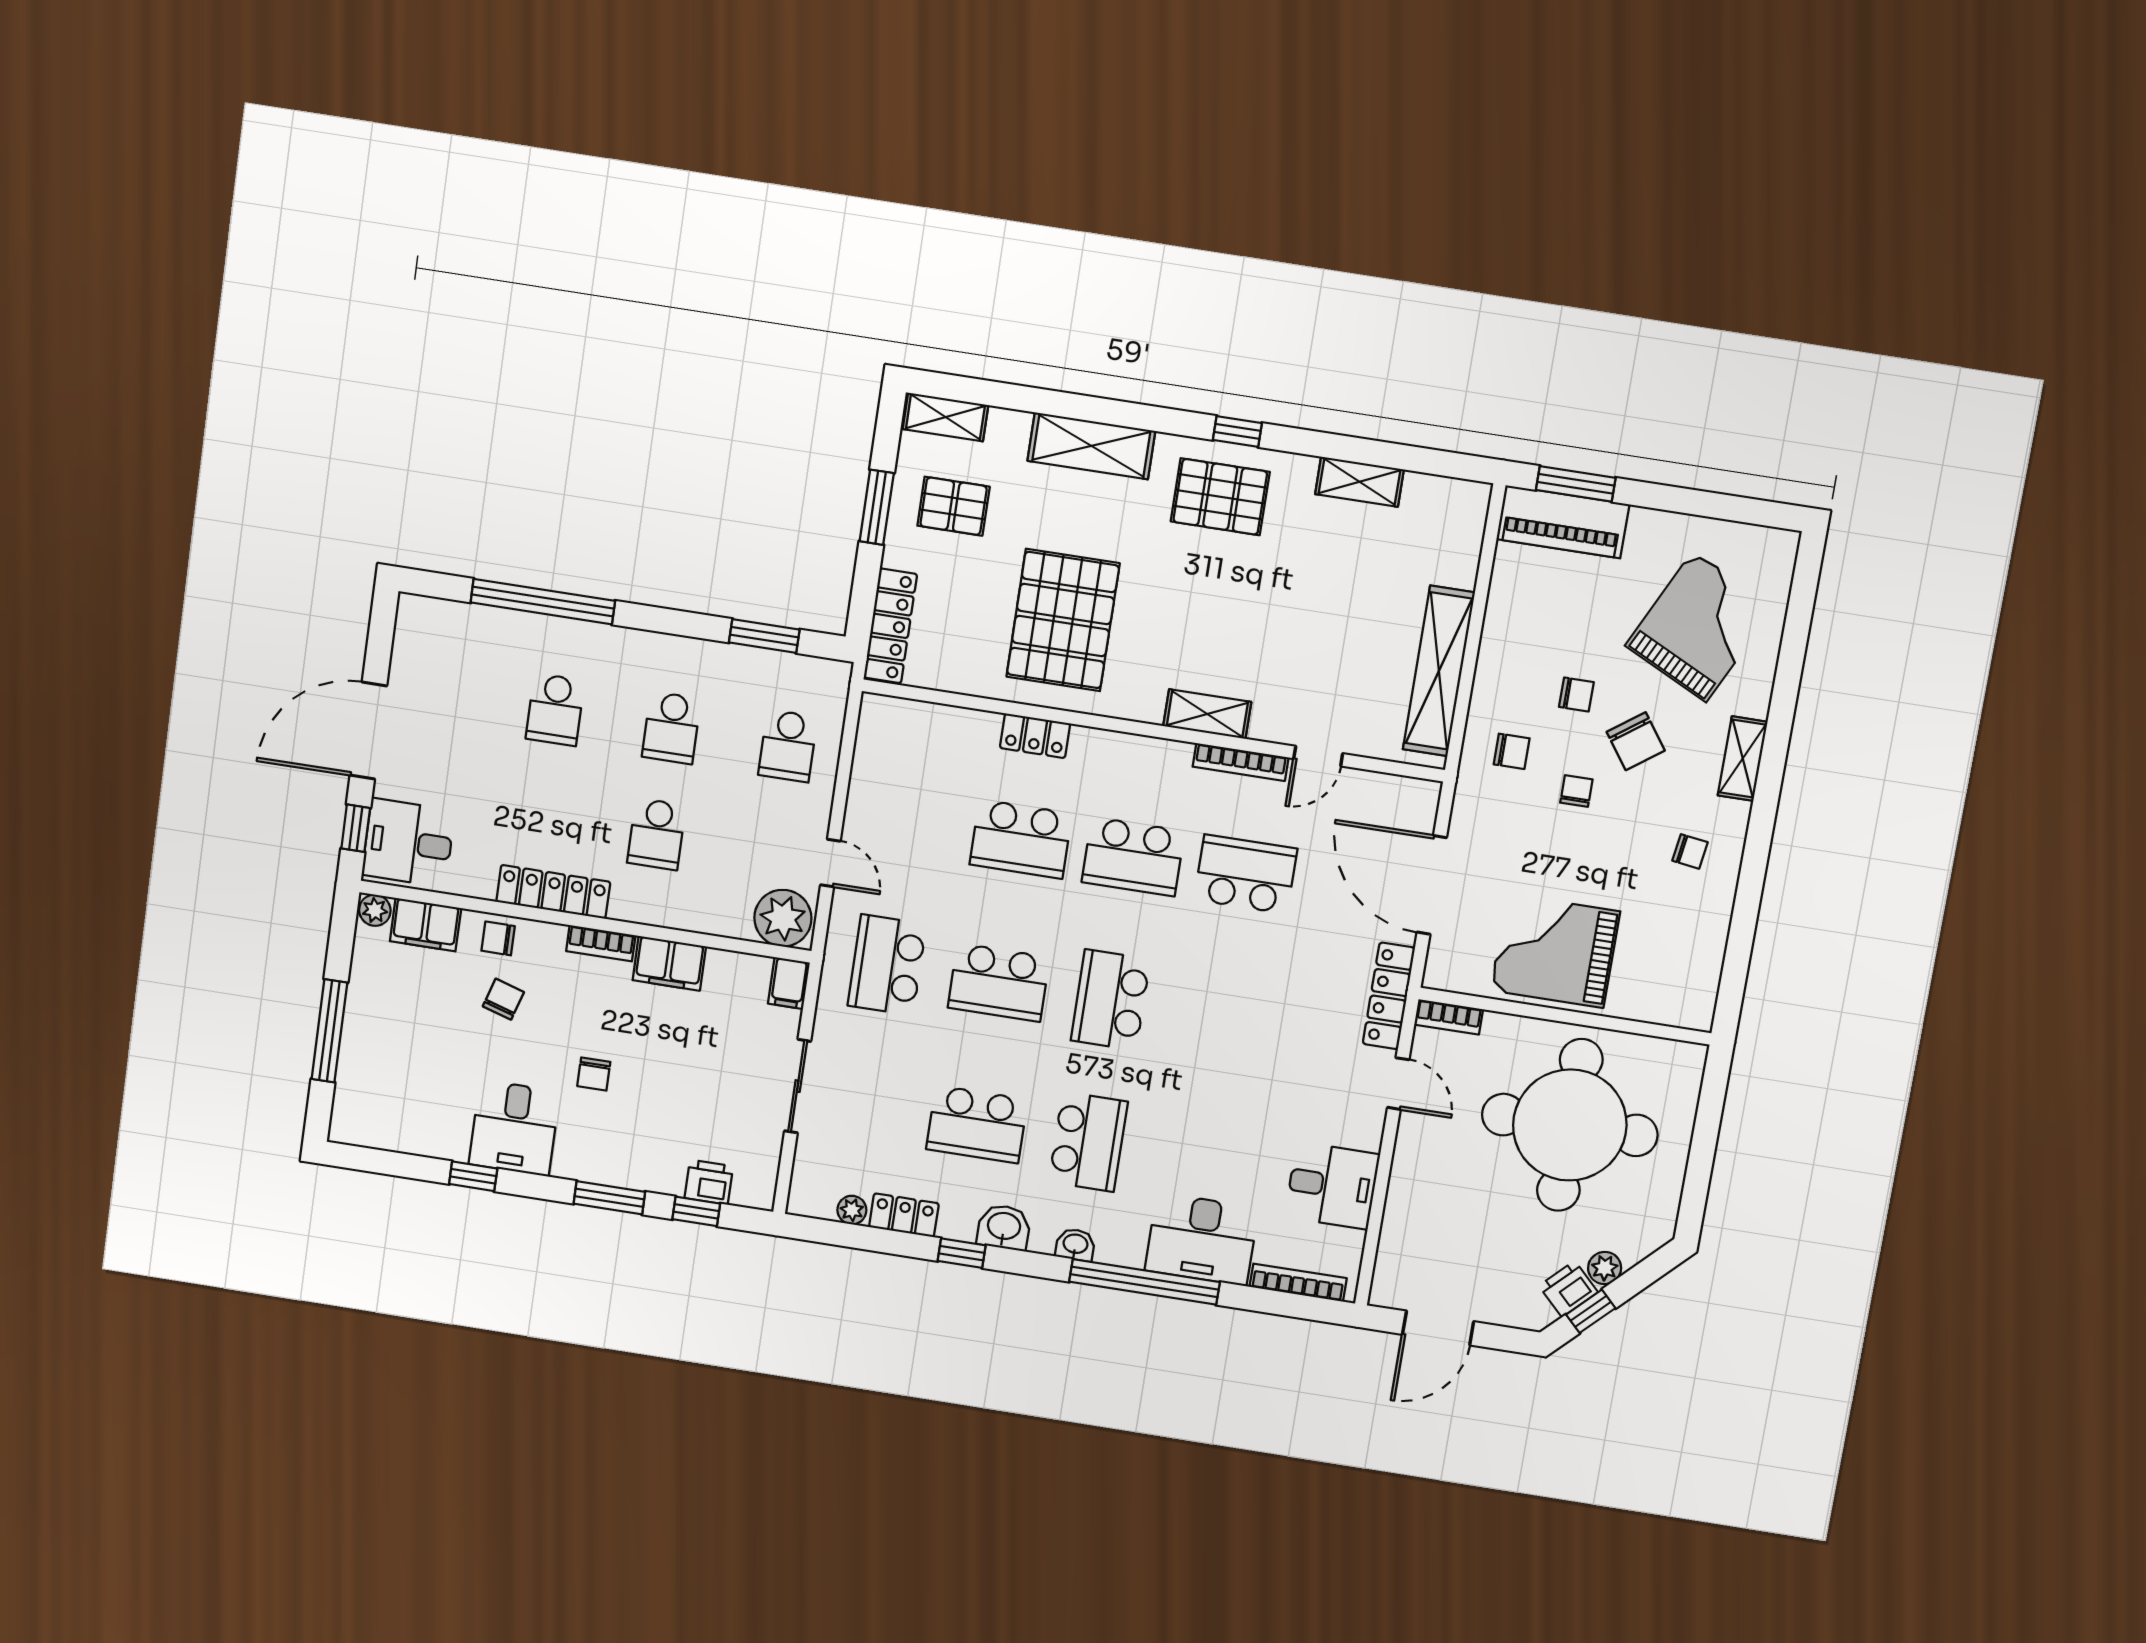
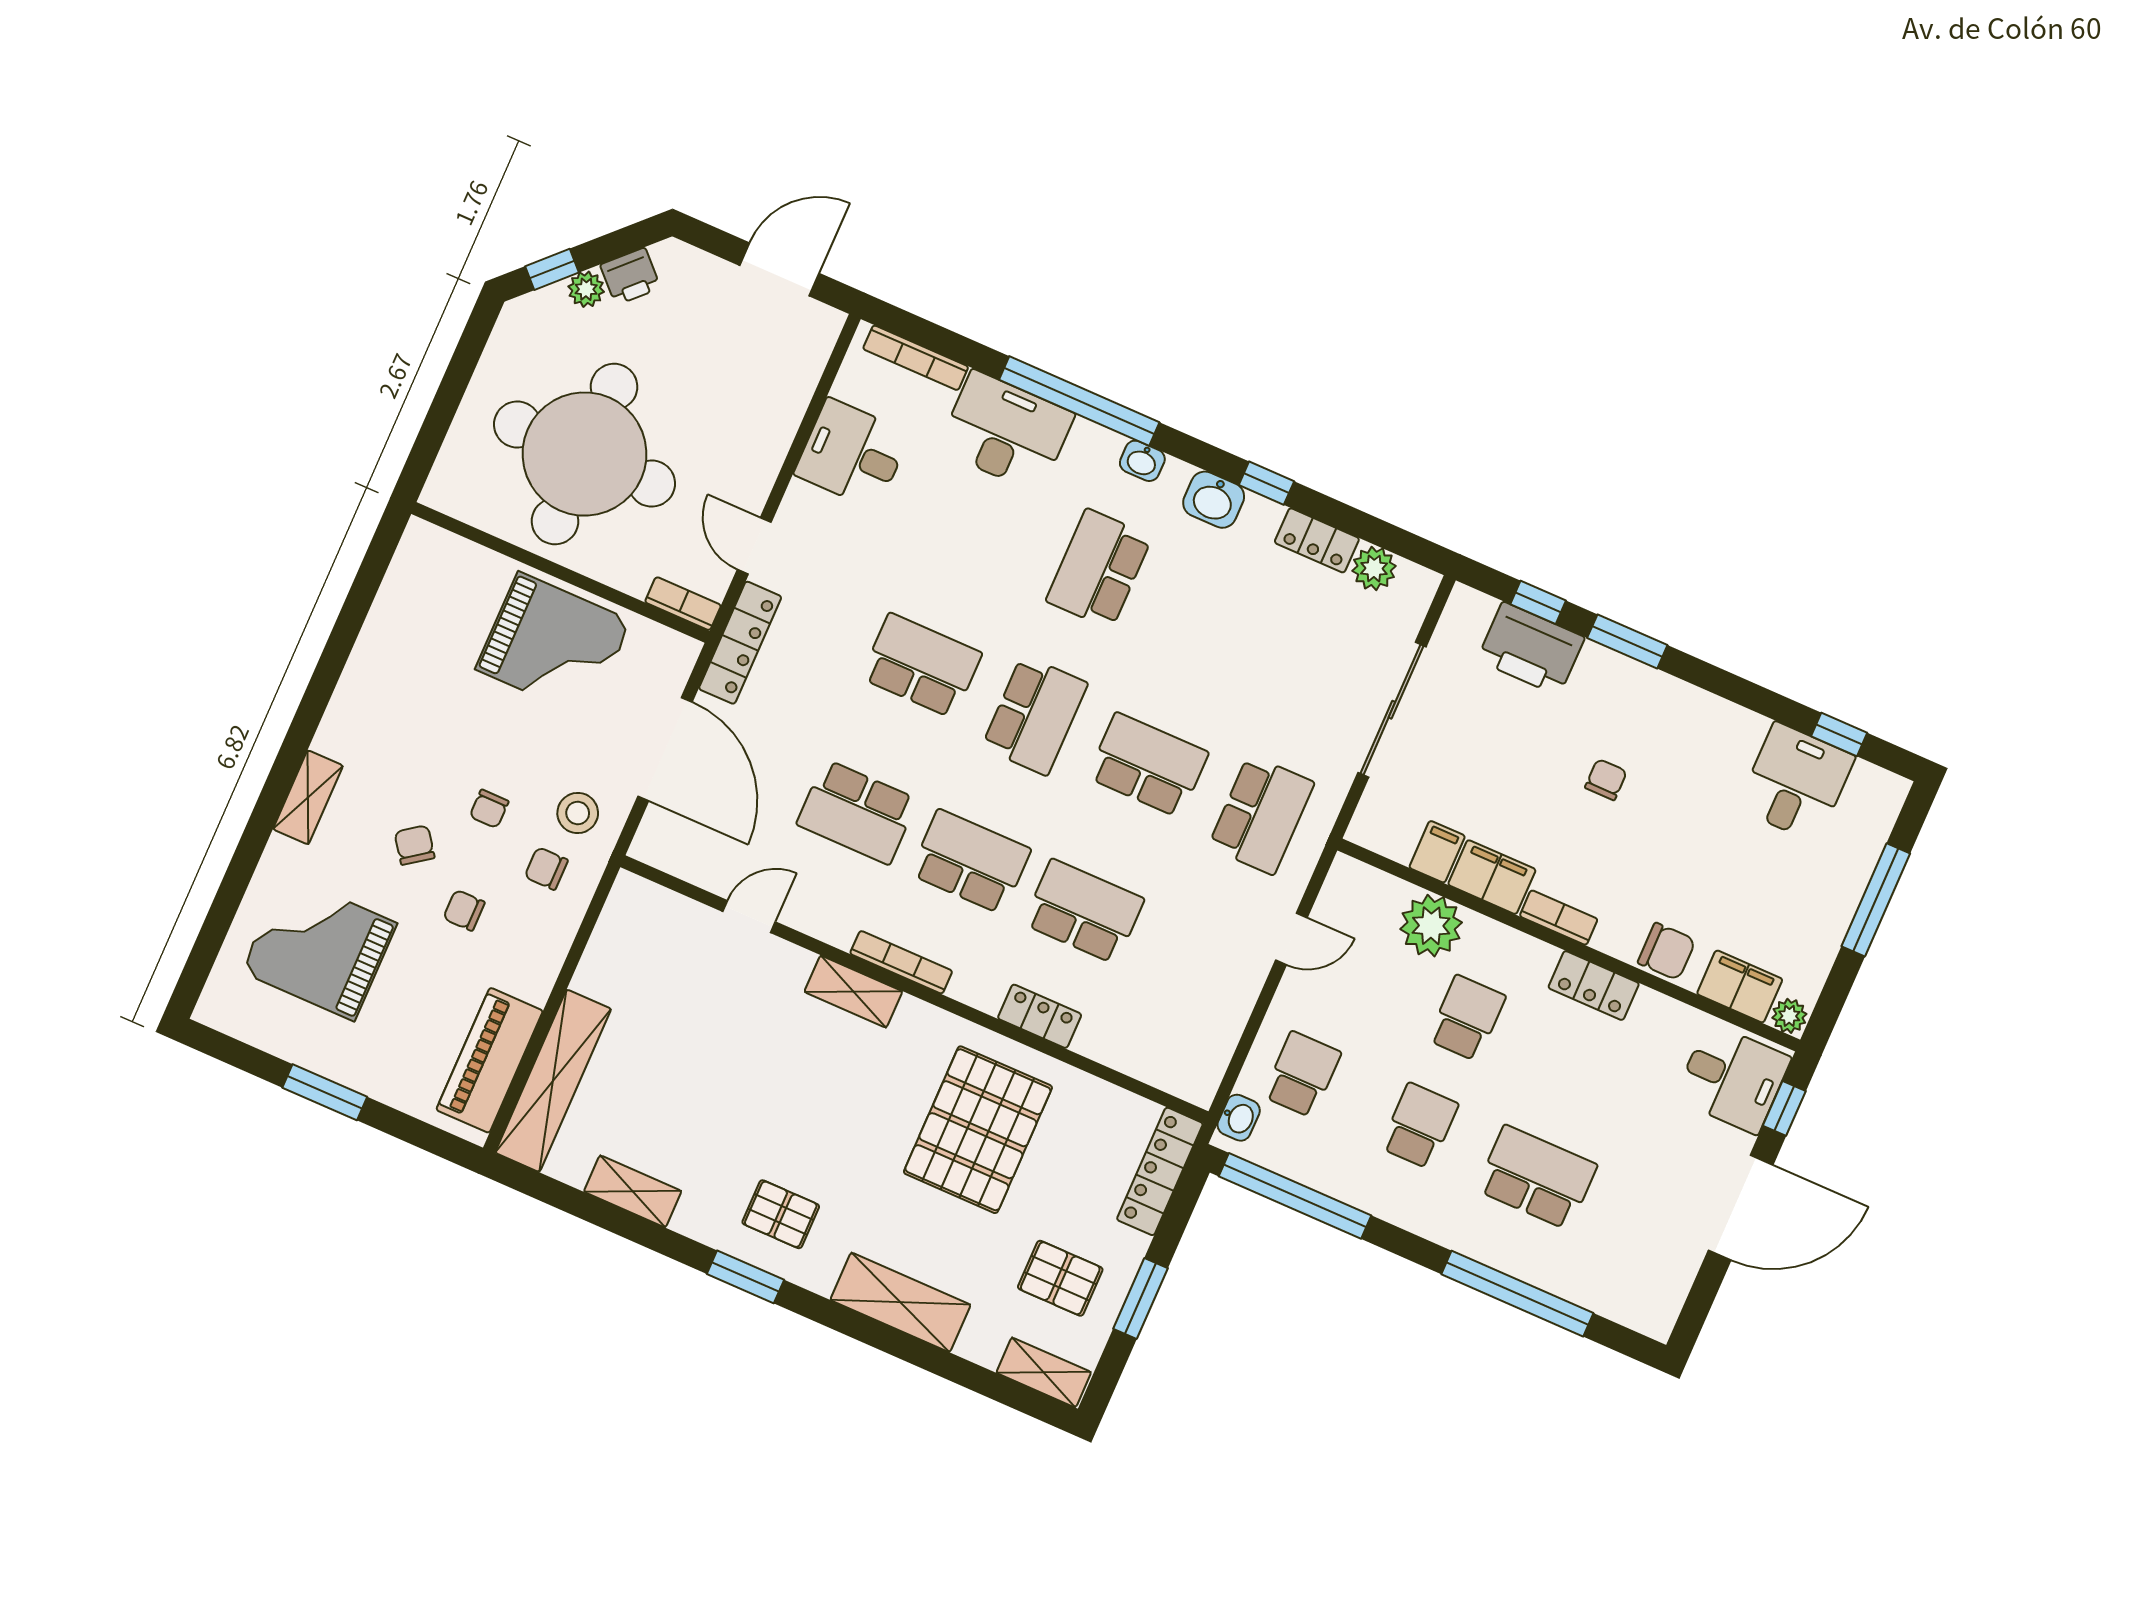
window: (1237, 431) -> (745, 1277), width x1.50
window: (1576, 484) -> (325, 1092), moved
pallet: (1220, 497) -> (781, 1214), width x0.67, depth x0.71
piano: (1563, 522) -> (490, 1060), moved, turned -90
grand piano: (1700, 627) -> (319, 947), turned 64
window: (764, 636) -> (1295, 1196), width x2.11
shelving: (1439, 671) -> (553, 1081), moved
washbasin: (834, 692) -> (1239, 1118), added
school desk: (555, 710) -> (1537, 1177), width x1.85
chair: (1636, 741) -> (415, 845), width x0.73, depth x0.73
bookcase: (1241, 762) -> (901, 962), moved
stool: (1496, 808) -> (578, 813), added
chair: (1690, 851) -> (387, 714), removed
door: (830, 863) -> (1291, 939), swing flipped
locker: (553, 892) -> (1594, 986), width x0.66
plant: (783, 918) -> (1431, 926), moved
chair: (498, 938) -> (1667, 951), width x1.37, depth x1.37
filing cabinet: (789, 983) -> (1437, 852), moved
chair: (503, 999) -> (1680, 885), removed
sliding door: (798, 1086) -> (1392, 710), width x1.37
school desk: (977, 1124) -> (921, 666), moved
desk: (514, 1128) -> (1796, 782), moved
window: (473, 1176) -> (1839, 735), moved
printer: (709, 1182) -> (1531, 649), width x1.87, depth x1.48
plant: (852, 1210) -> (1374, 568), width x1.38, depth x1.38
window: (1591, 1311) -> (552, 269), moved

